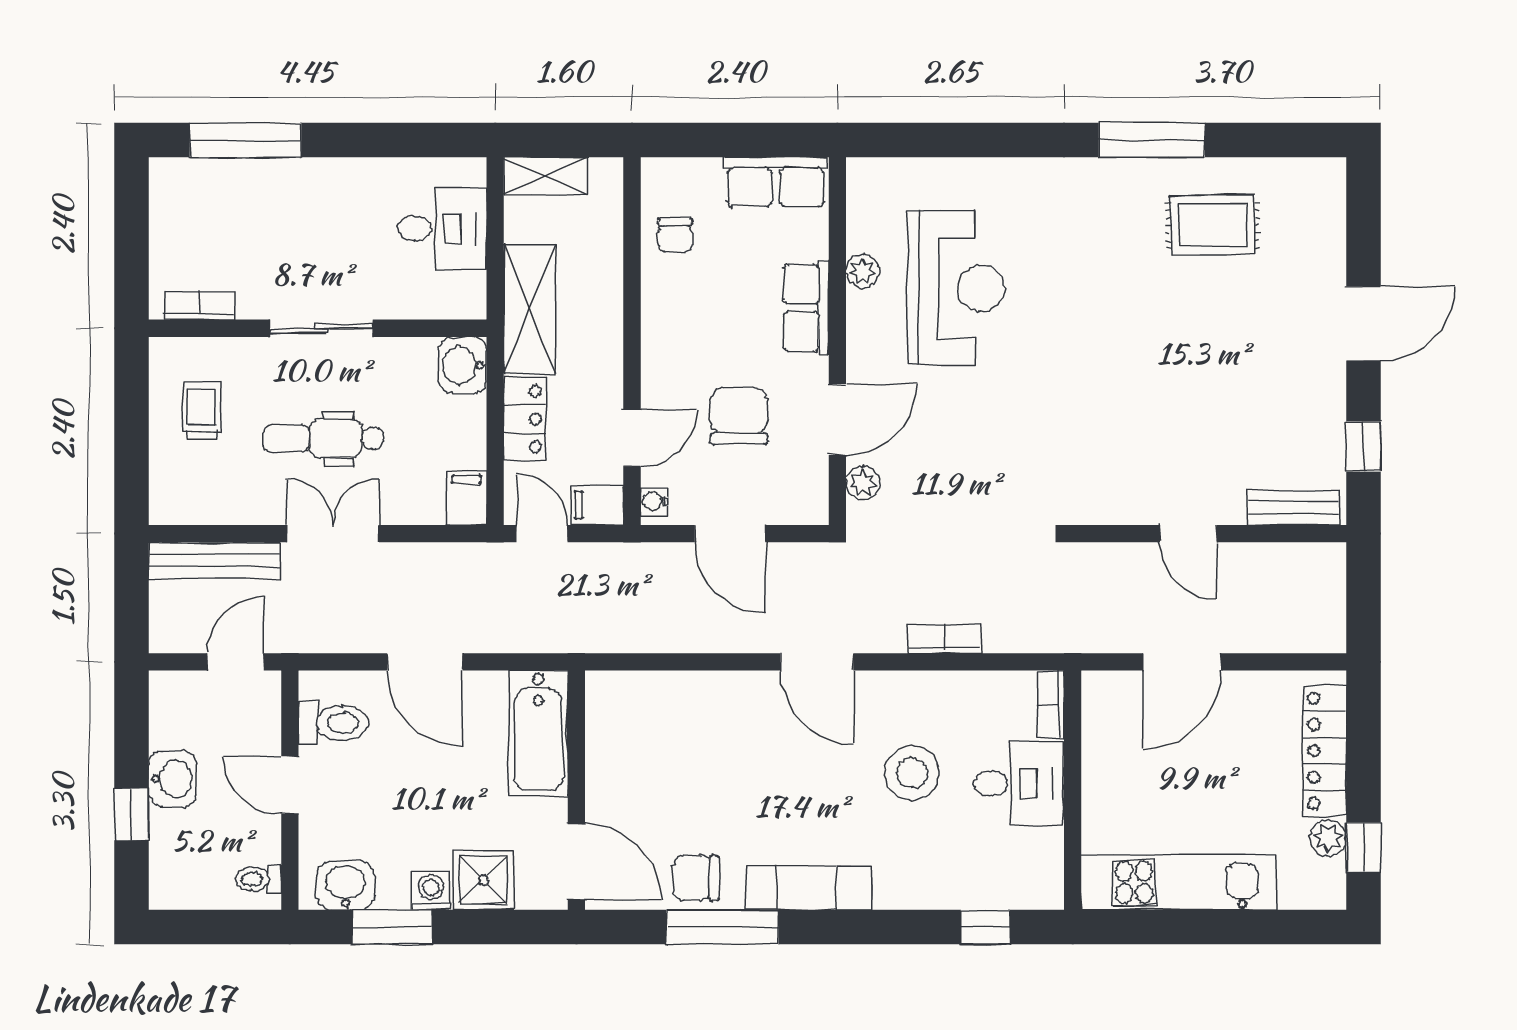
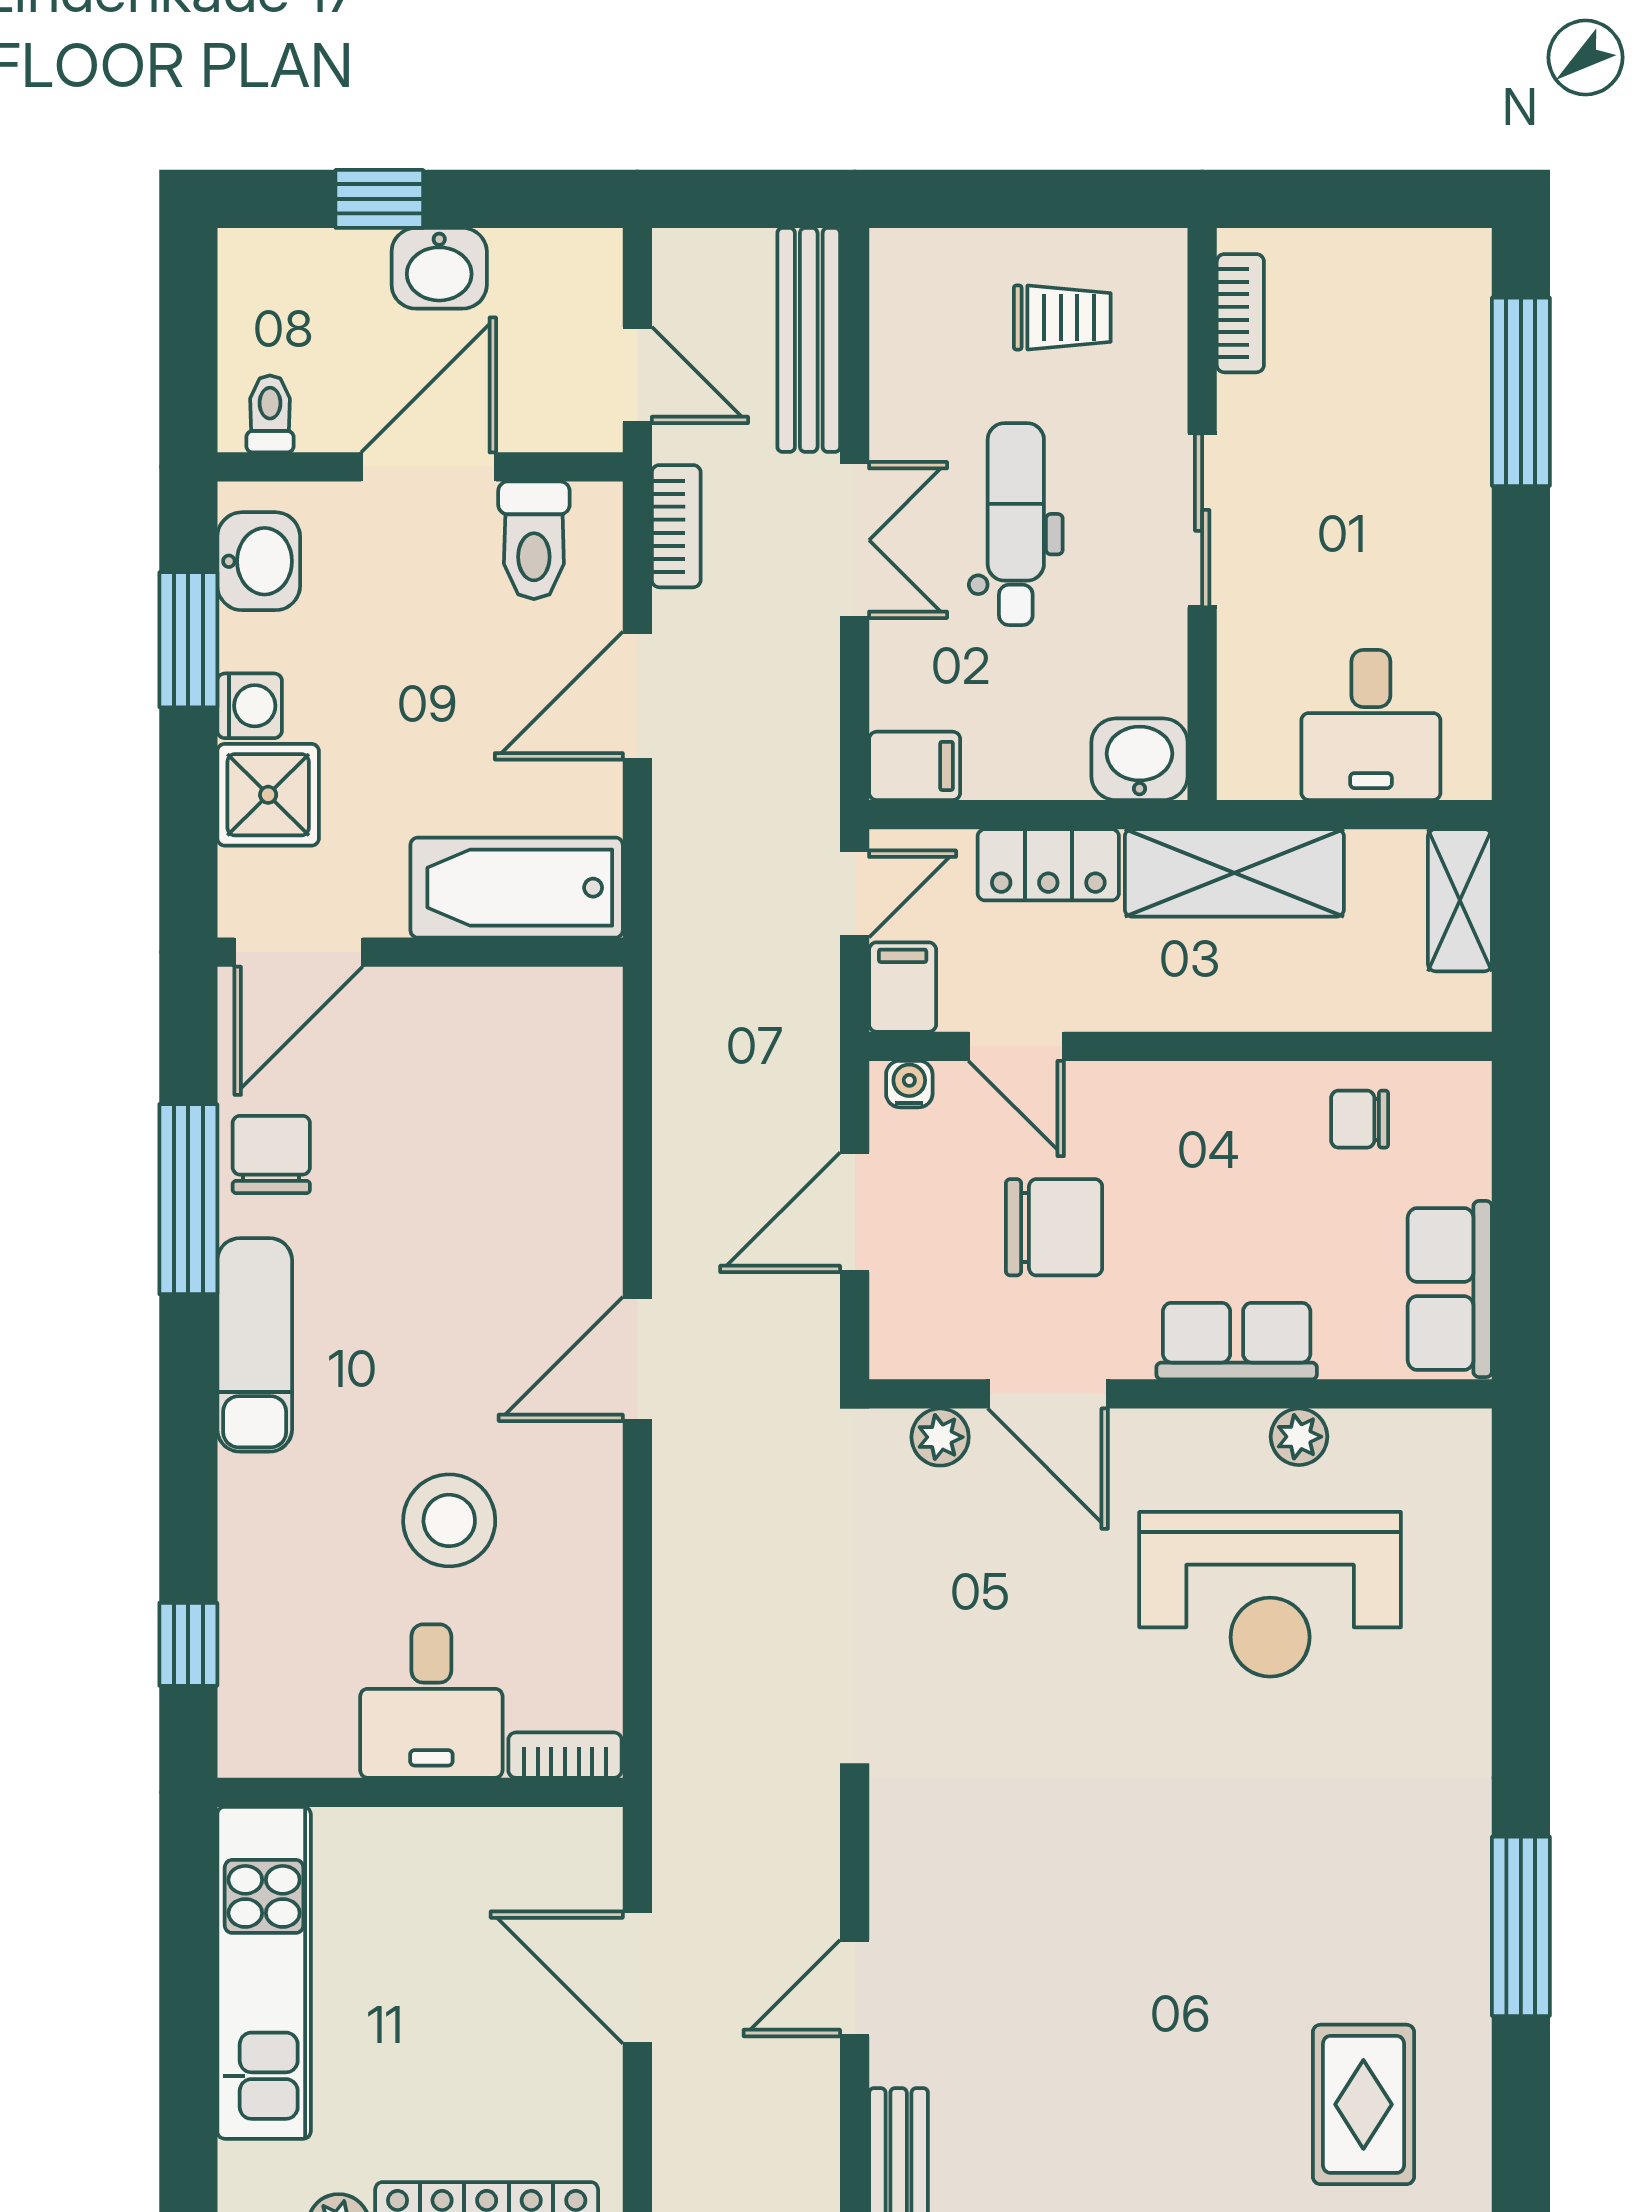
rug: (1213, 225) -> (1363, 2104), moved
bookcase: (945, 639) -> (676, 526), moved
door: (290, 785) -> (429, 467), width x1.38

